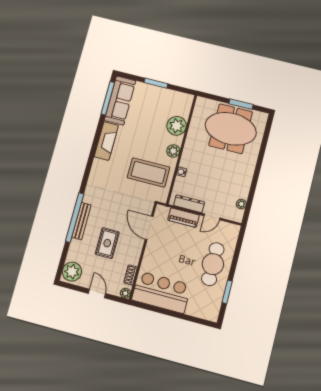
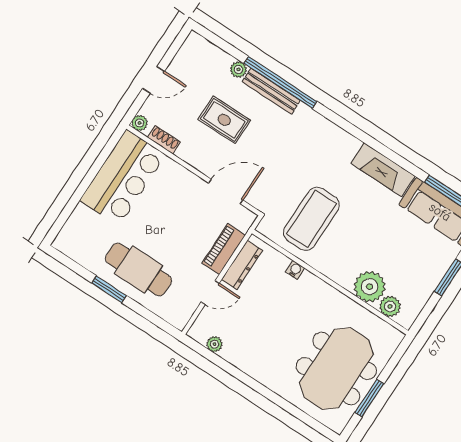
plant: (173, 151) -> (390, 306), moved
door: (212, 217) -> (210, 293), swing flipped
plant: (72, 272) -> (238, 69), moved, width x0.53, depth x0.53
window: (227, 292) -> (109, 289), moved

